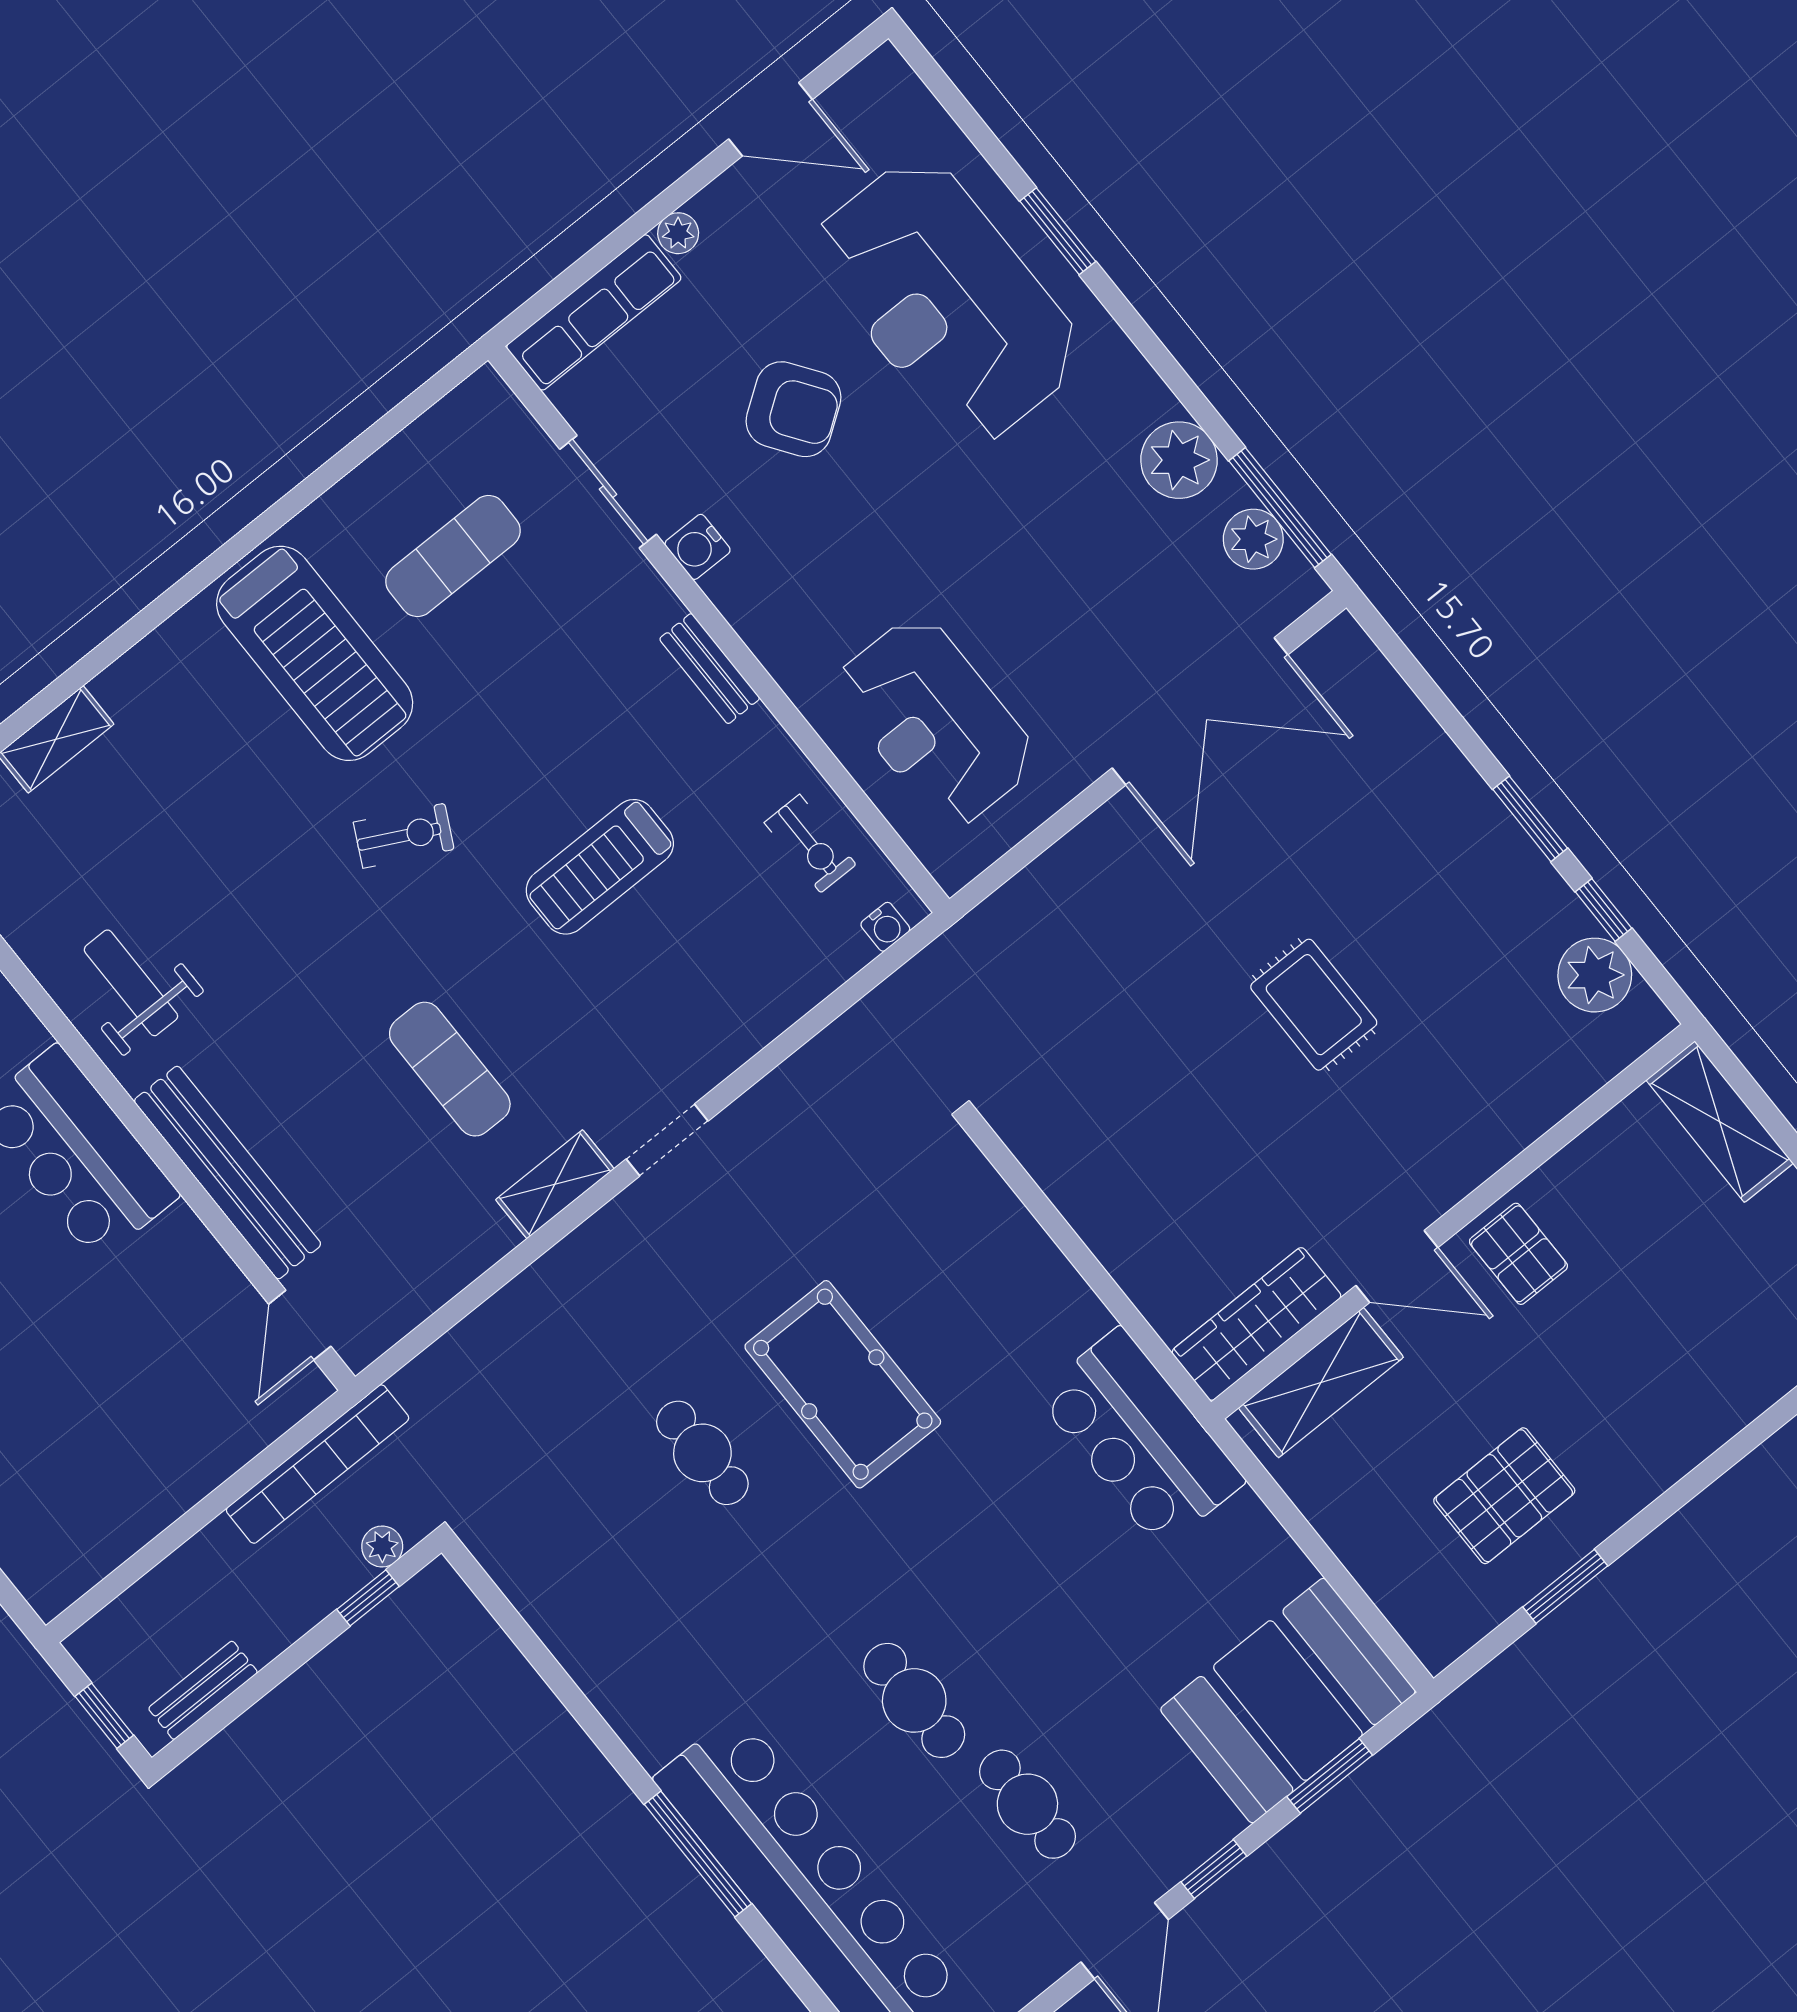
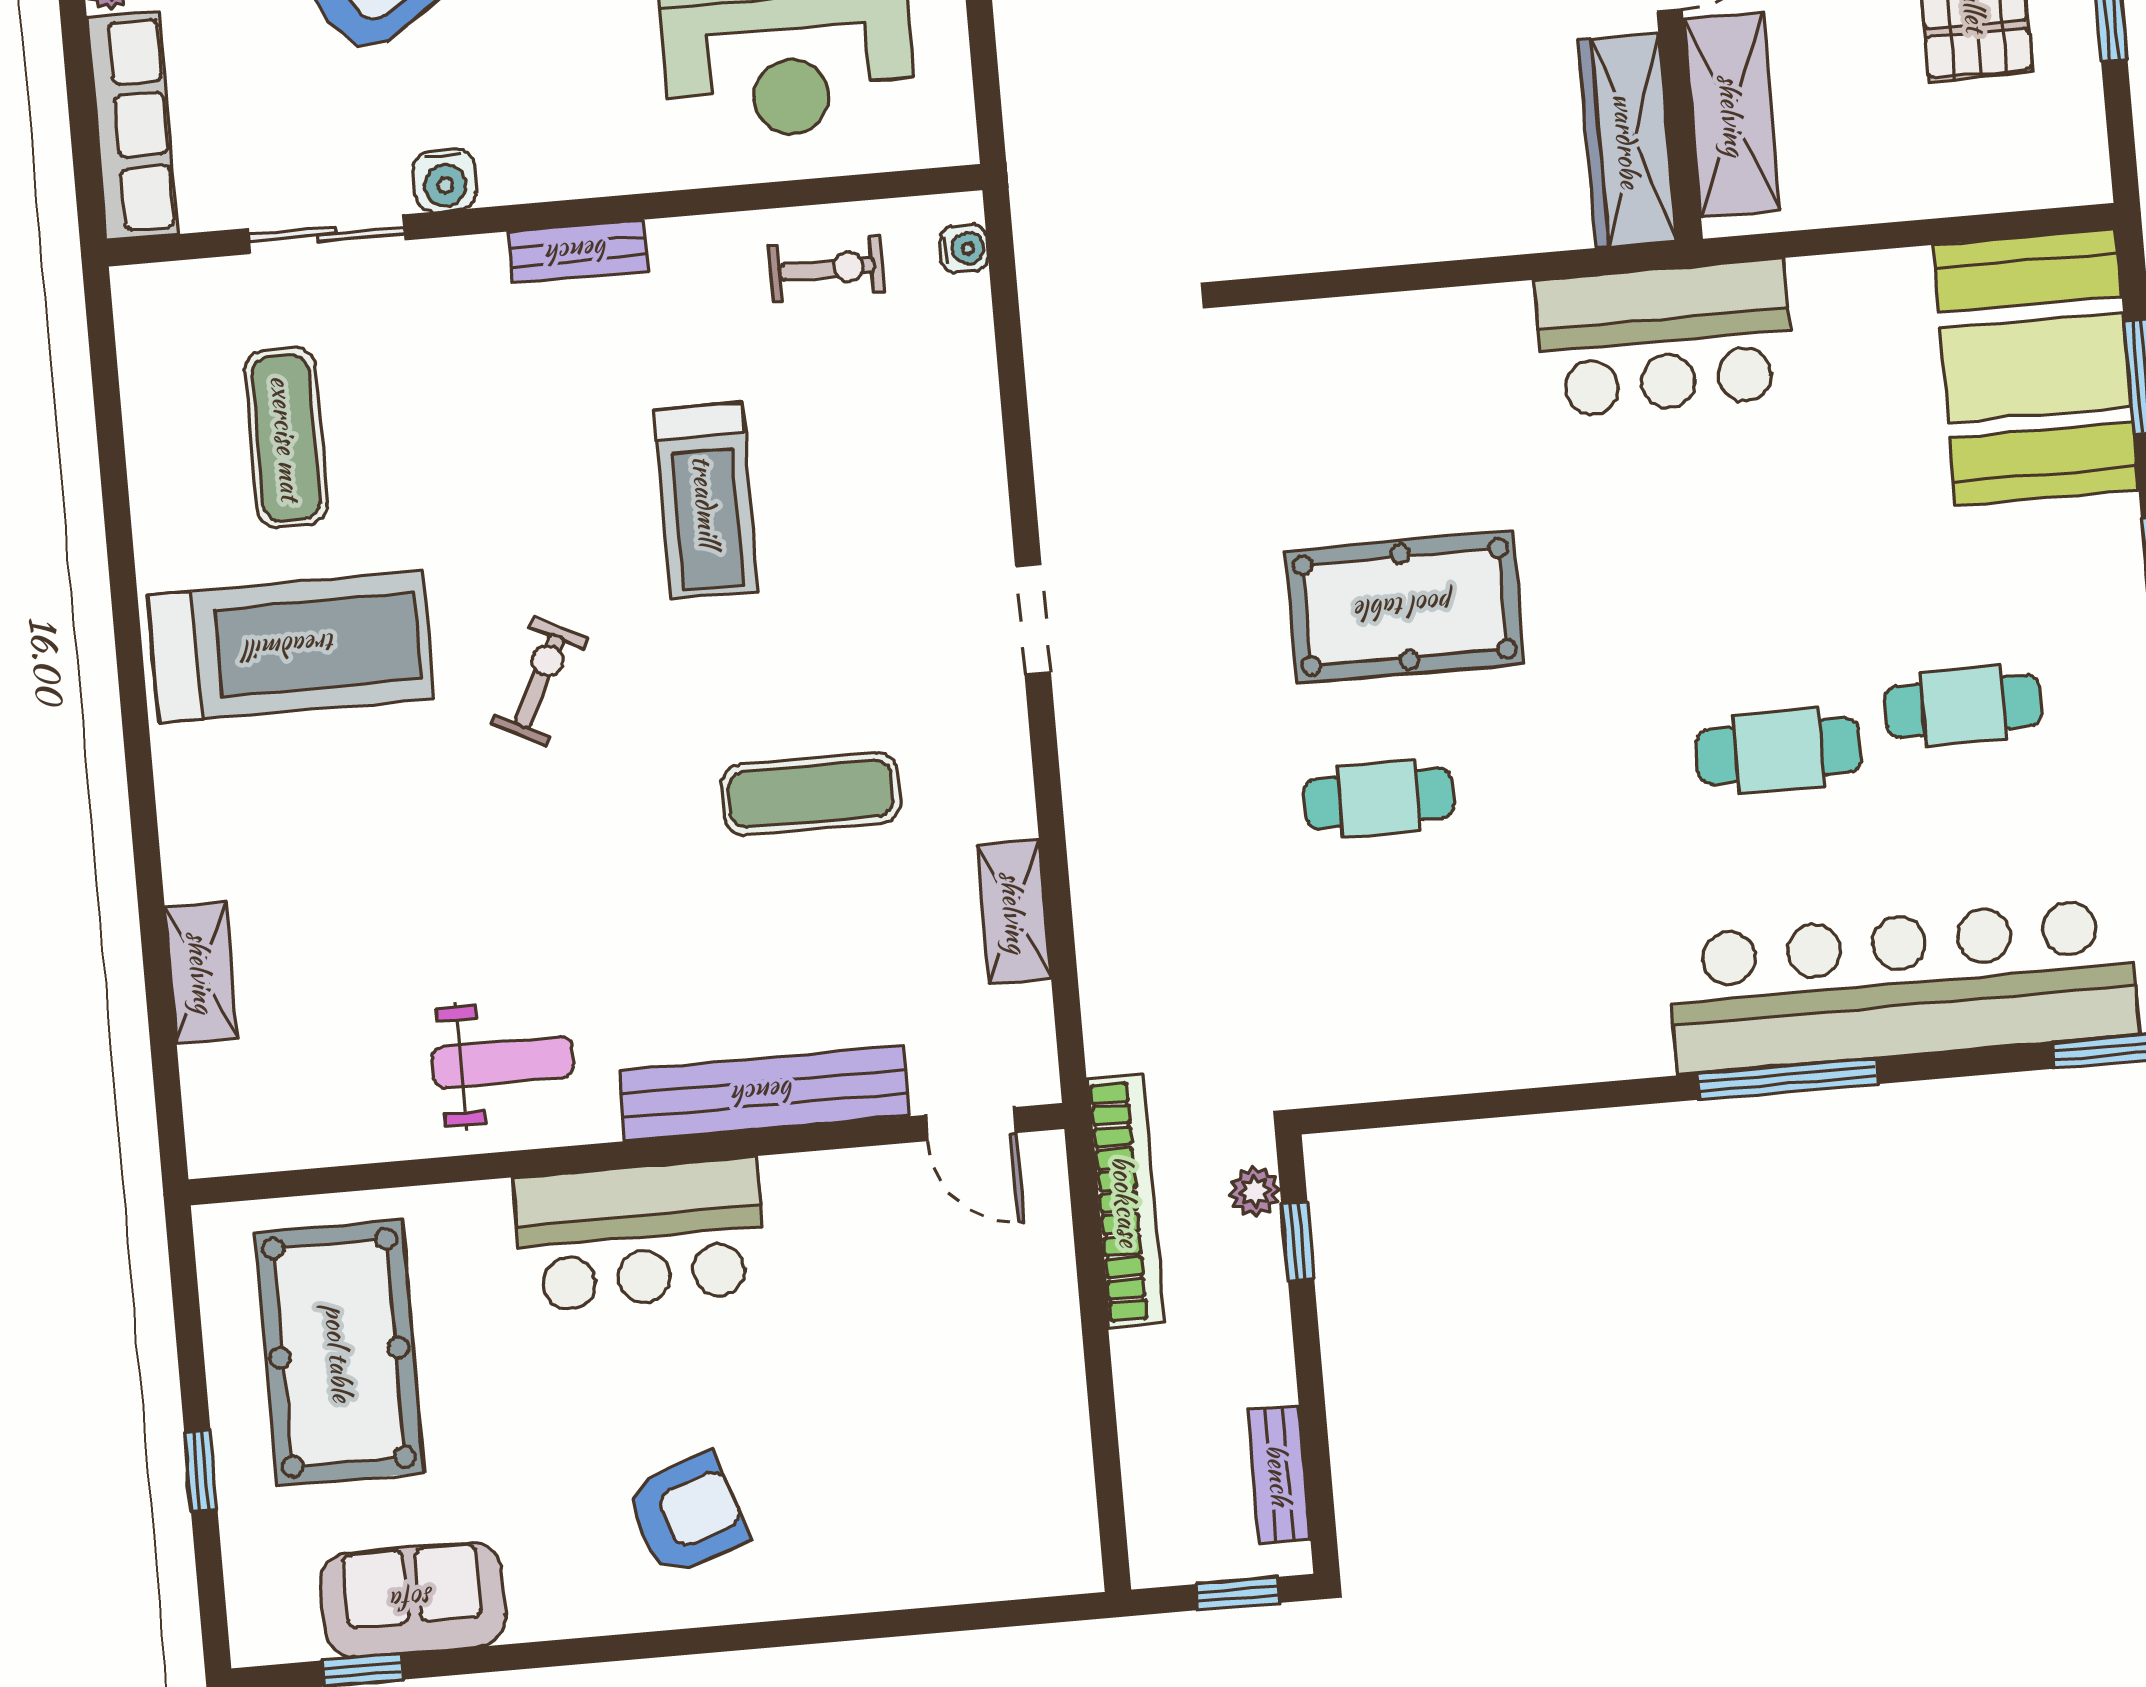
weight bench: (131, 983) -> (503, 1062), turned 180
shelving: (555, 1184) -> (1014, 912), moved

